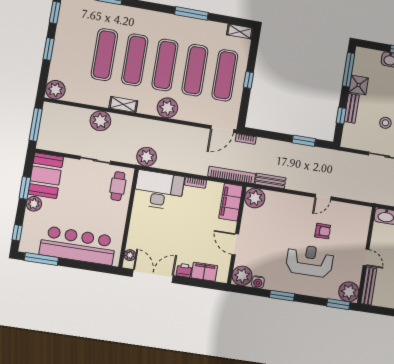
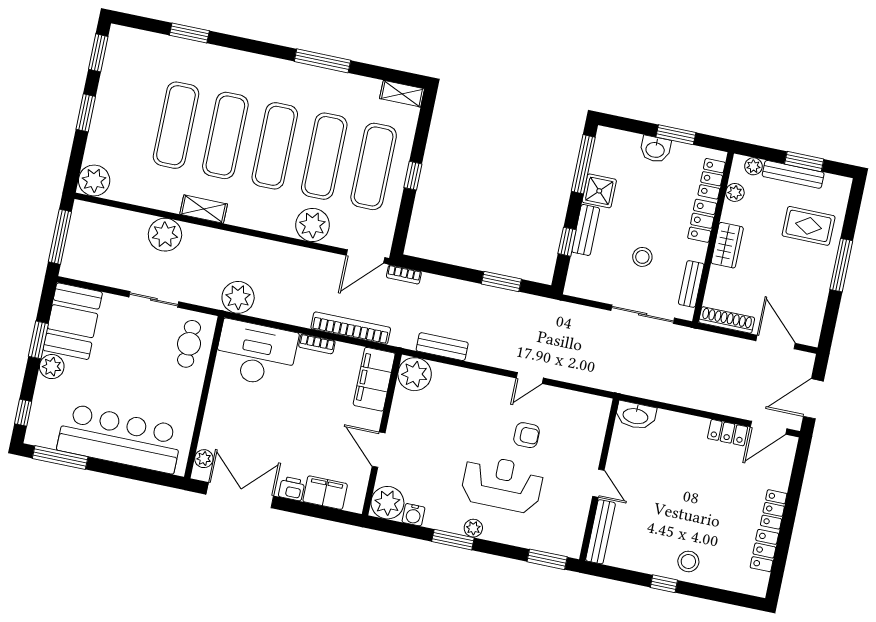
plant: (167, 108) -> (313, 225), moved
bookcase: (232, 175) -> (351, 328), moved
plant: (349, 292) -> (473, 528), moved, width x0.53, depth x0.53

